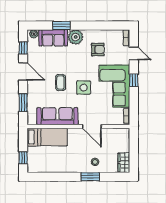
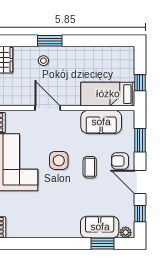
window: (61, 26) -> (102, 244), moved
plant: (76, 37) -> (70, 228), removed
armchair: (98, 50) -> (120, 161), moved
sofa: (57, 116) -> (101, 122), width x0.73
window: (23, 158) -> (140, 83), moved

